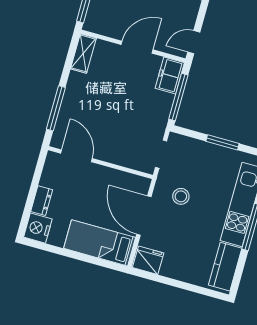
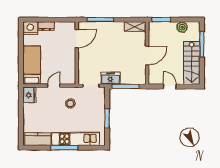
door: (194, 42) -> (170, 86), moved
door: (137, 47) -> (147, 55), hinge flipped
freezer: (170, 75) -> (111, 78), moved
door: (144, 216) -> (54, 86), width x0.53

